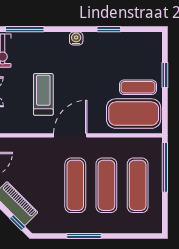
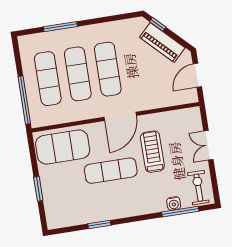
water cooler: (76, 39) -> (174, 203), moved
exercise mat: (138, 87) -> (111, 171), moved, width x1.36, depth x1.45
treadmill: (43, 94) -> (152, 152), turned 180
window: (84, 236) -> (60, 27), moved

